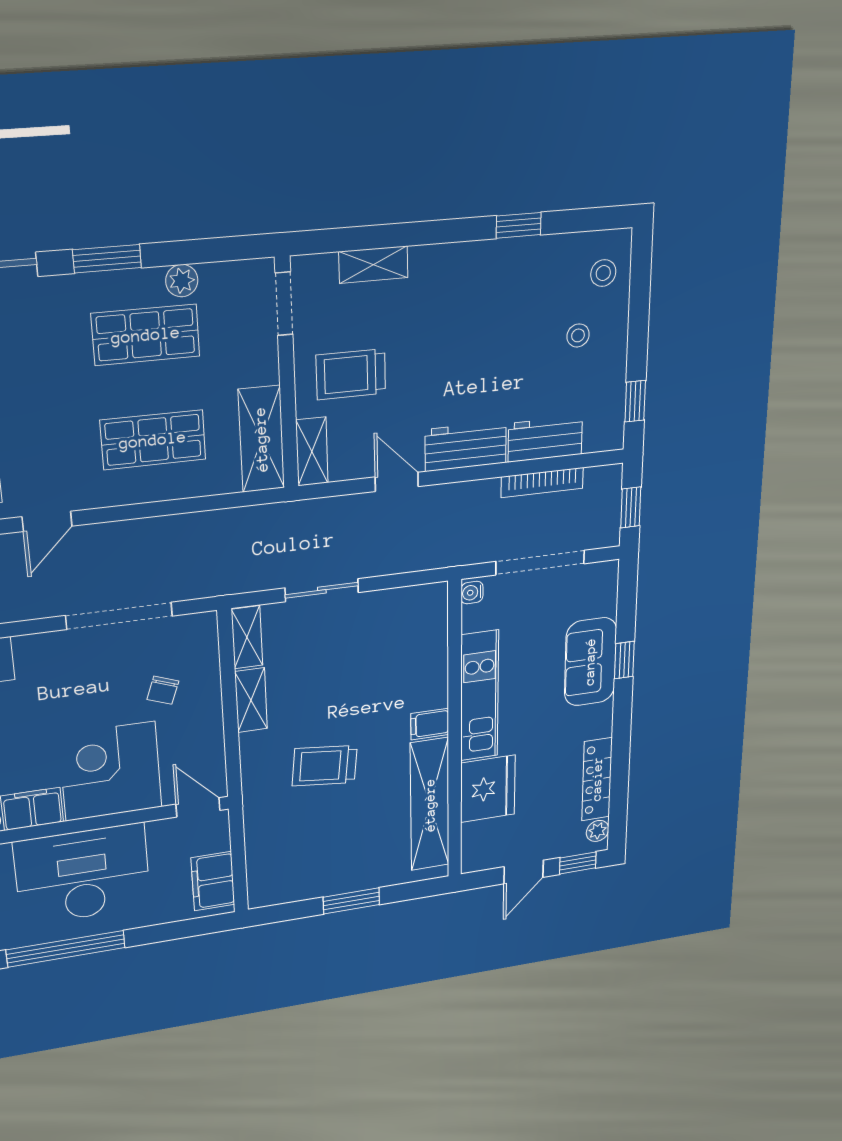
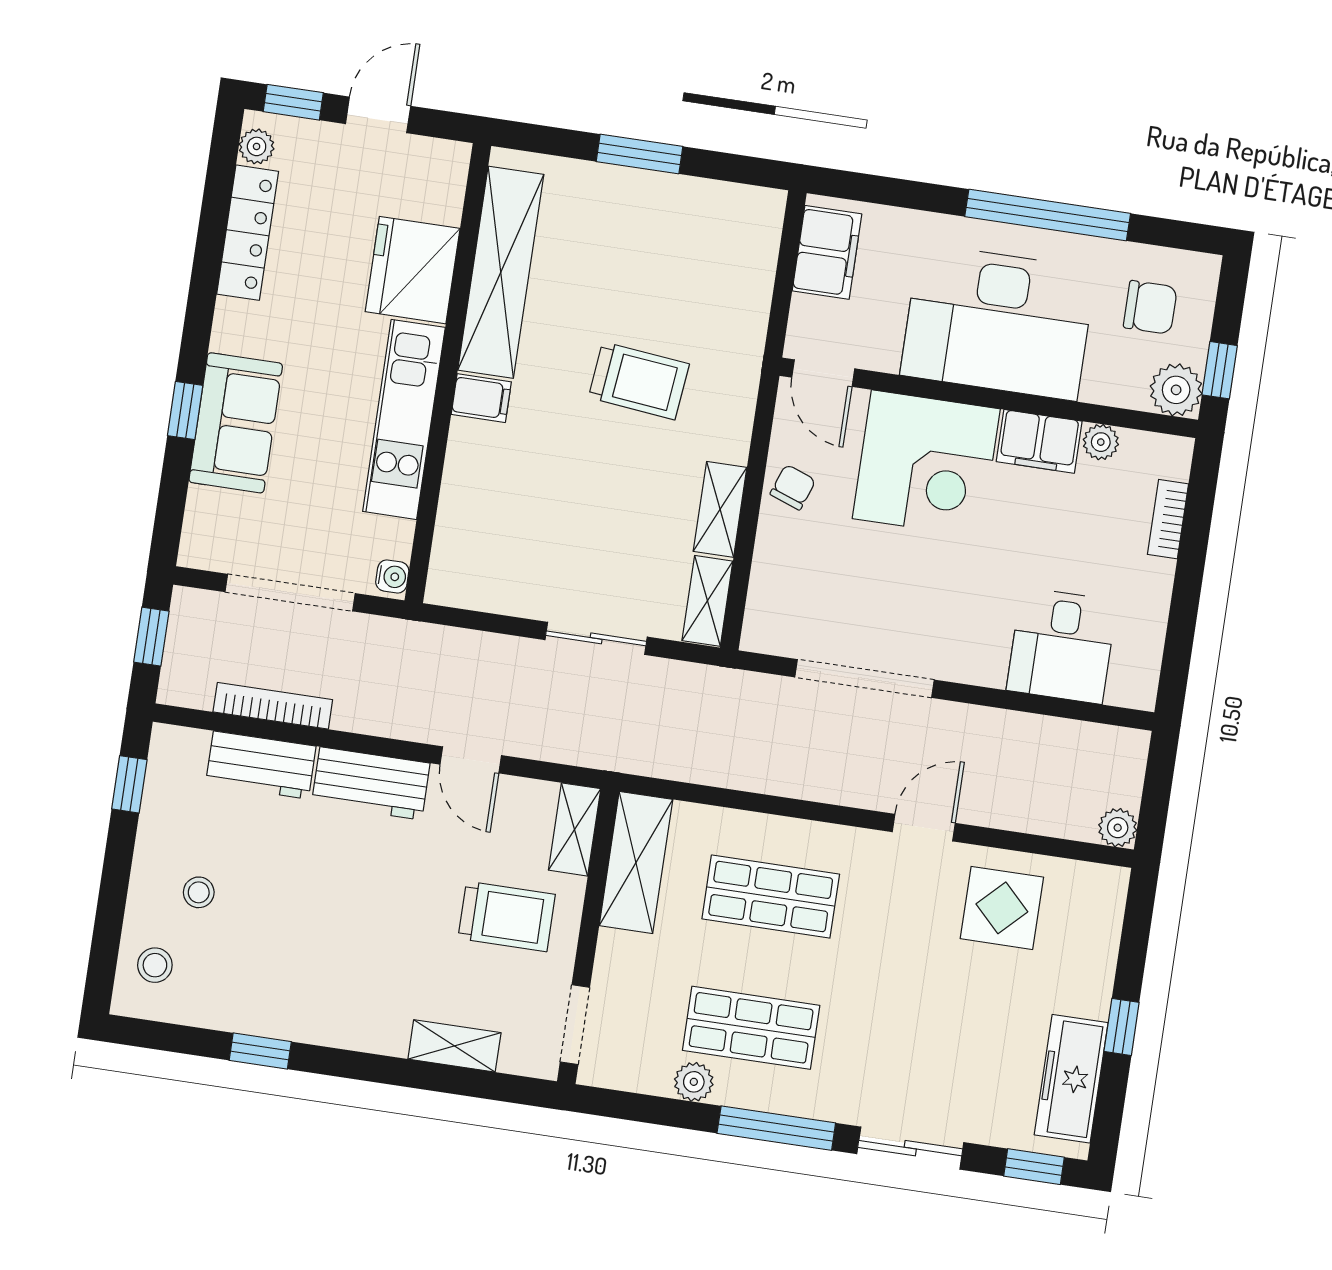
window: (107, 259) -> (776, 1128), width x1.44
chair: (163, 690) -> (793, 487), moved

